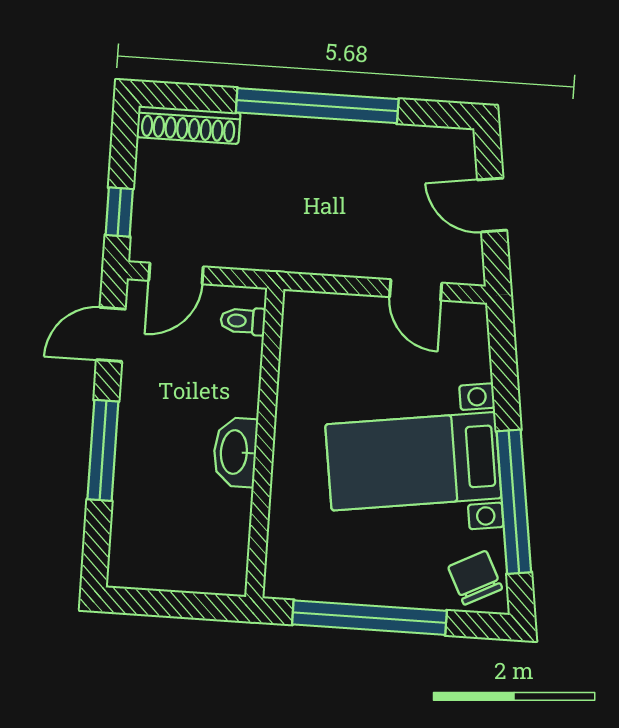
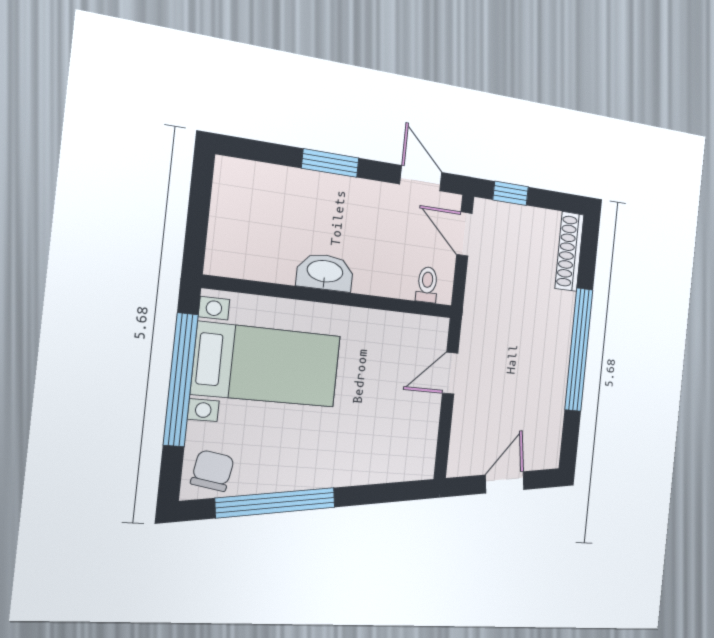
door: (416, 290) -> (450, 373), moved
window: (103, 450) -> (330, 163), width x0.69
bed with nightstands: (413, 461) -> (267, 365), moved, turned 98
chair: (475, 578) -> (212, 471), turned -53

